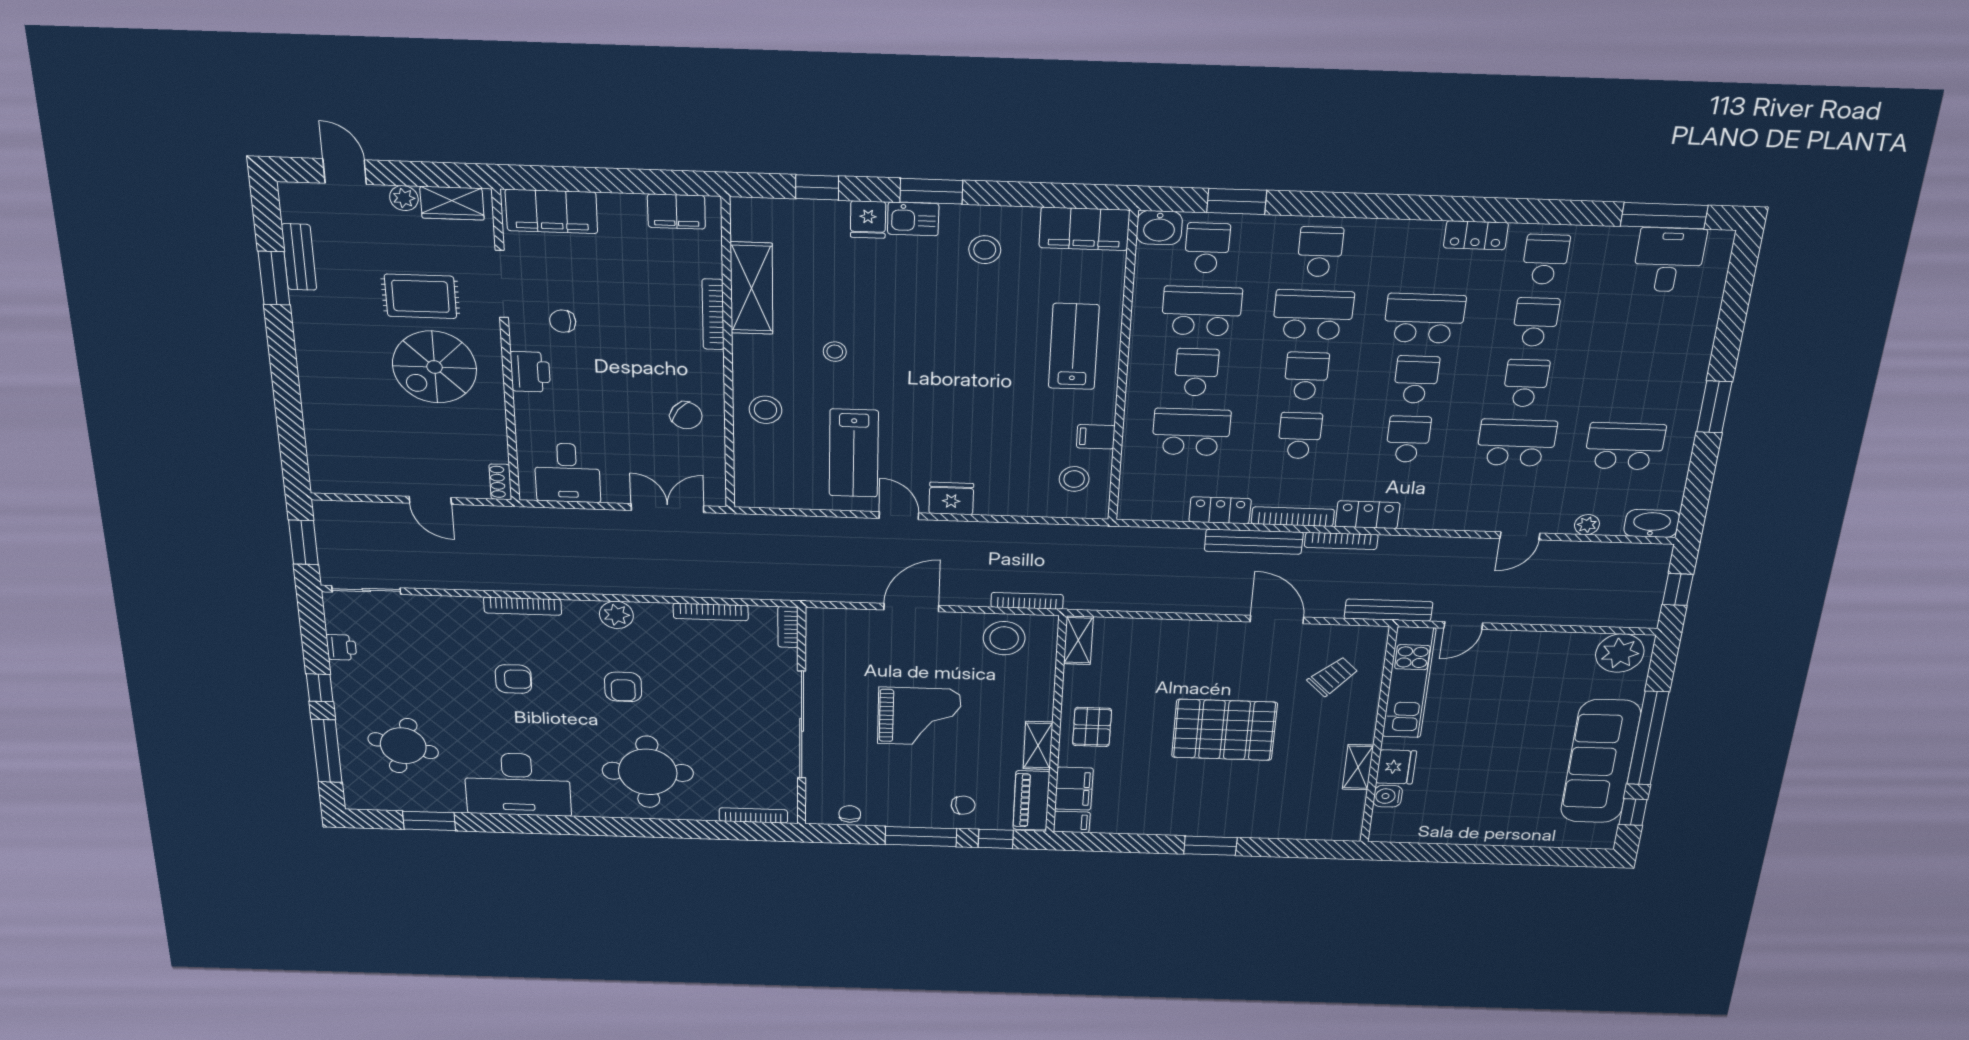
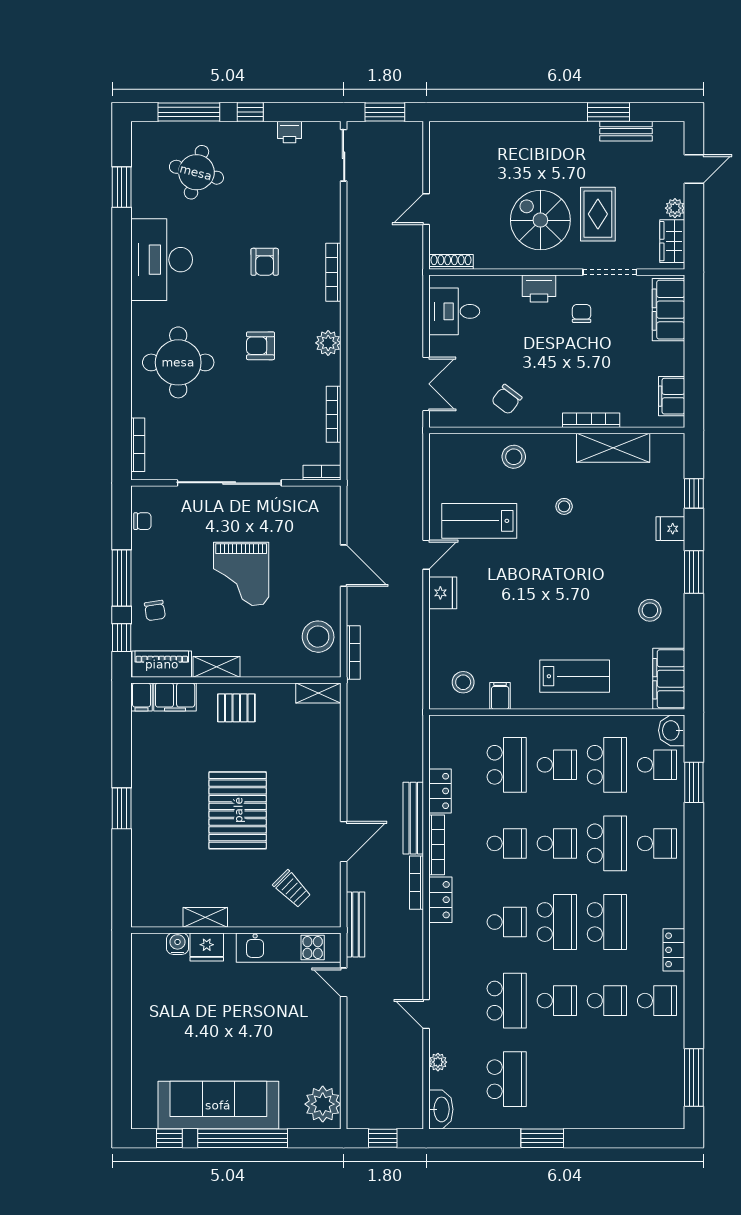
kitchen sink: (913, 219) -> (672, 560), removed
desk: (1669, 260) -> (660, 1086), removed
school desk: (1416, 380) -> (557, 922), width x1.85
shoe rack: (500, 482) -> (451, 262), width x1.43

